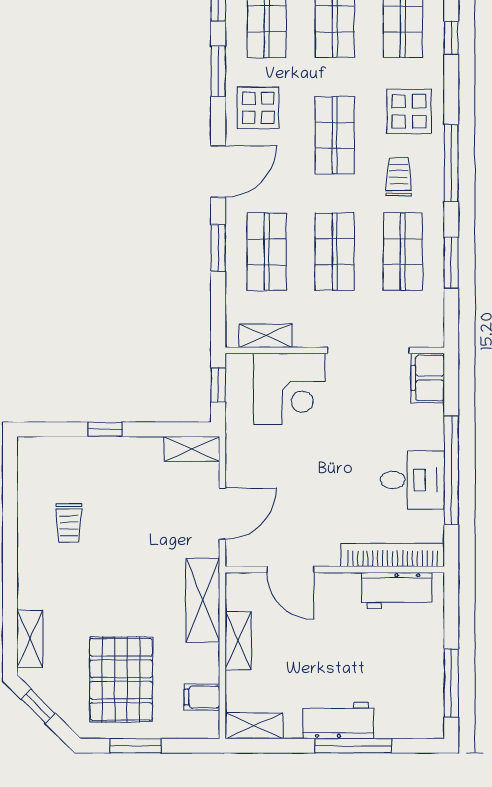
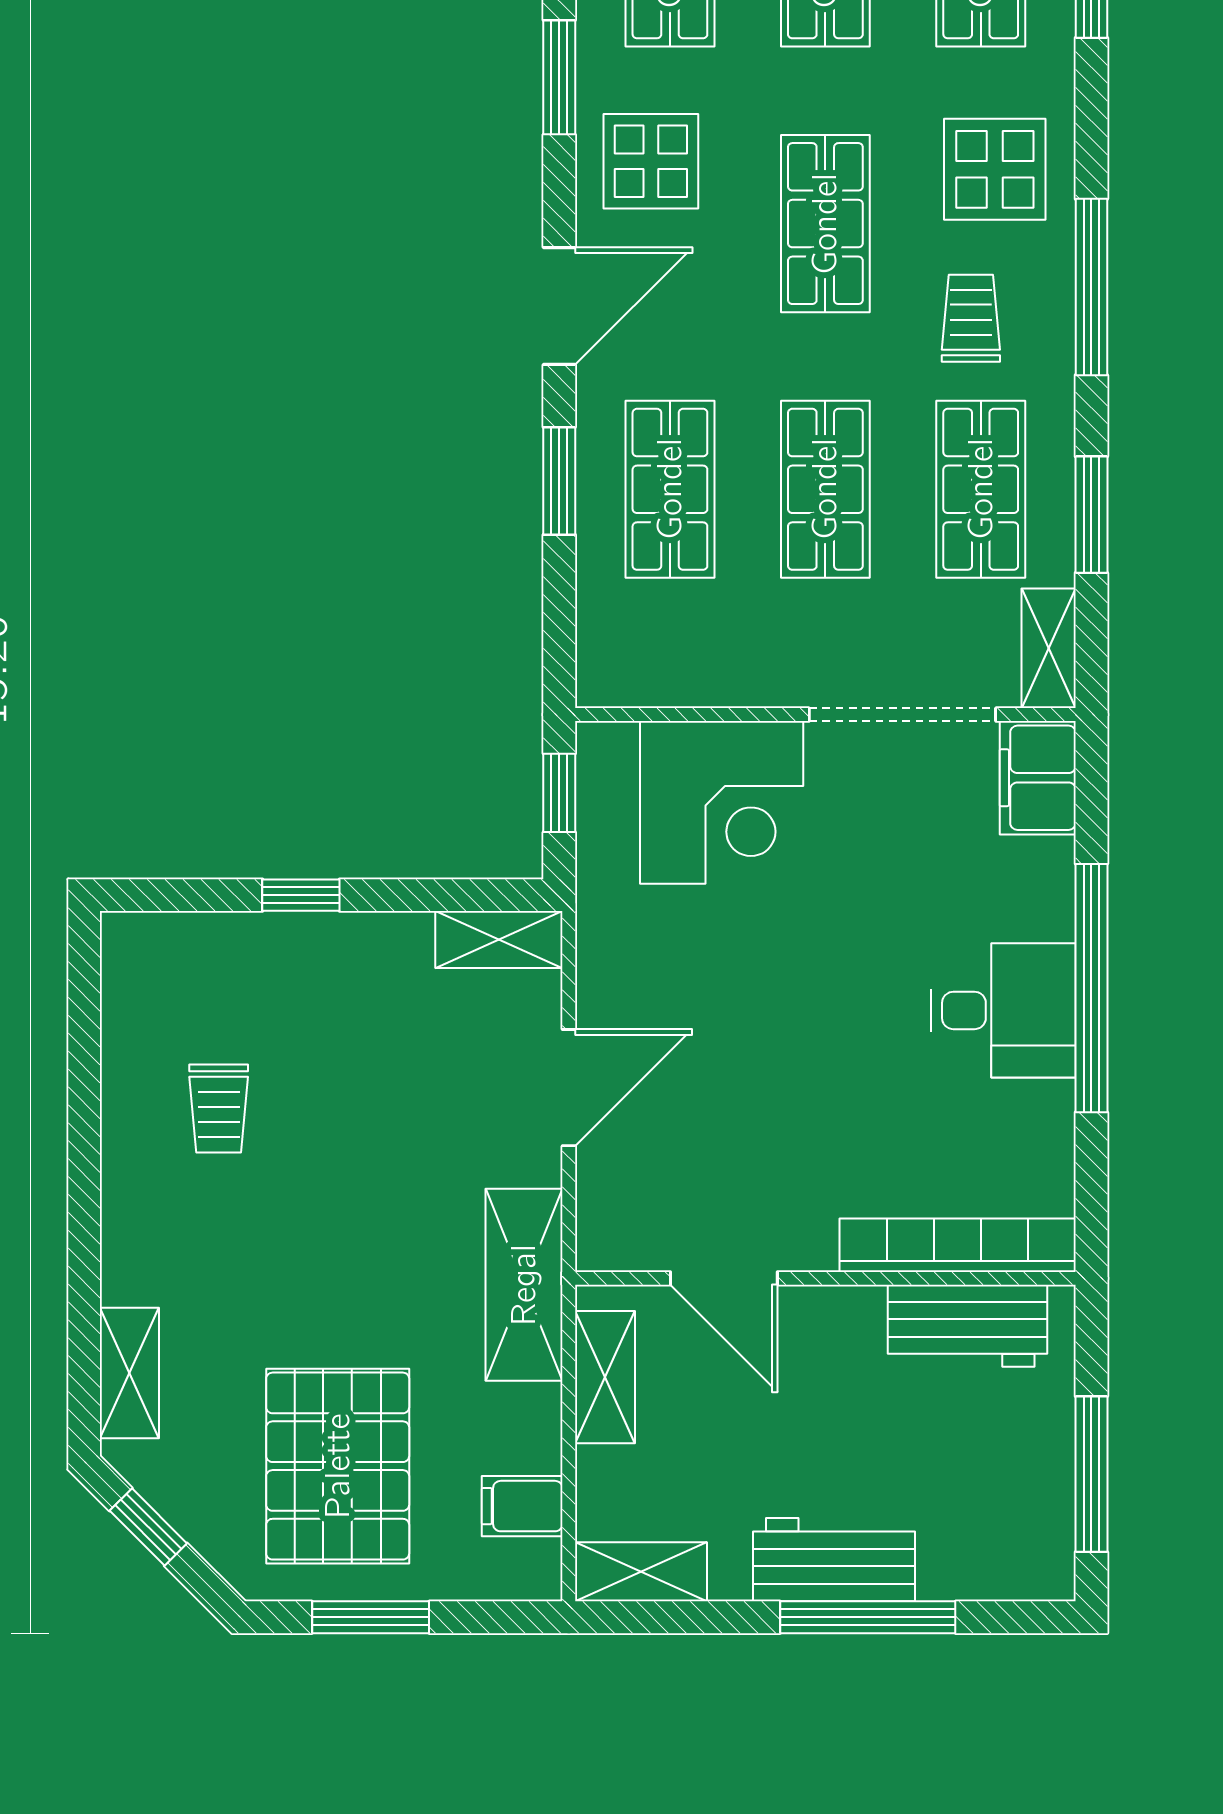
shelving: (266, 336) -> (1049, 648), moved, turned 90
bookcase: (393, 555) -> (958, 1245), moved
door: (290, 570) -> (724, 1278), moved
wall: (335, 570) -> (825, 1278), moved
workbench: (397, 590) -> (967, 1326), moved

